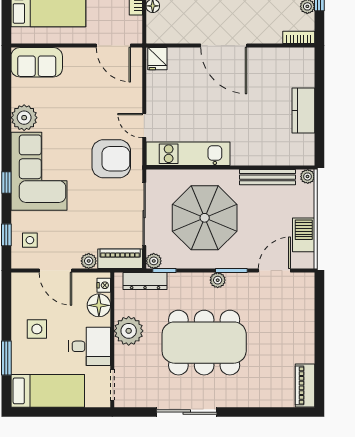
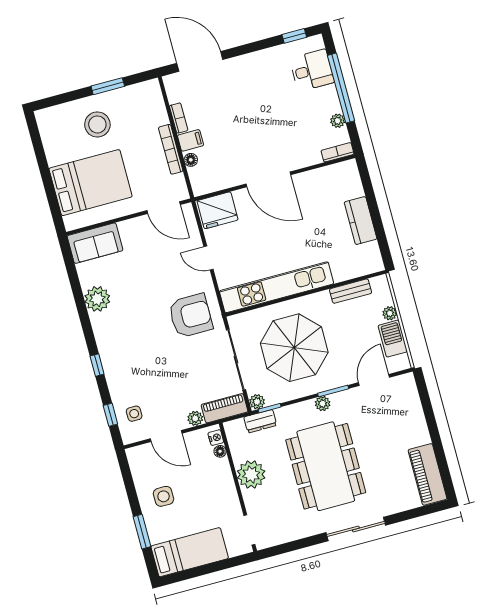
fridge: (157, 59) -> (218, 210), width x1.88, depth x1.34
door: (144, 126) -> (208, 258), moved
kitchen unit: (188, 154) -> (277, 287), width x1.36
corner sofa: (39, 171) -> (125, 346), removed
bench: (267, 177) -> (351, 291), width x0.73
plant: (308, 177) -> (390, 313), moved
dresser: (145, 281) -> (260, 421), width x0.70
floor lamp: (99, 305) -> (220, 451), width x0.53, depth x0.53
dining table: (204, 343) -> (326, 466), turned 90
desk: (90, 346) -> (218, 499), removed
piano: (305, 385) -> (428, 474), width x1.37, depth x1.33
sliding door: (187, 412) -> (356, 529), moved

